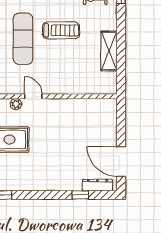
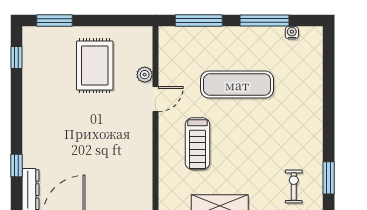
treadmill: (61, 30) -> (198, 144), moved

